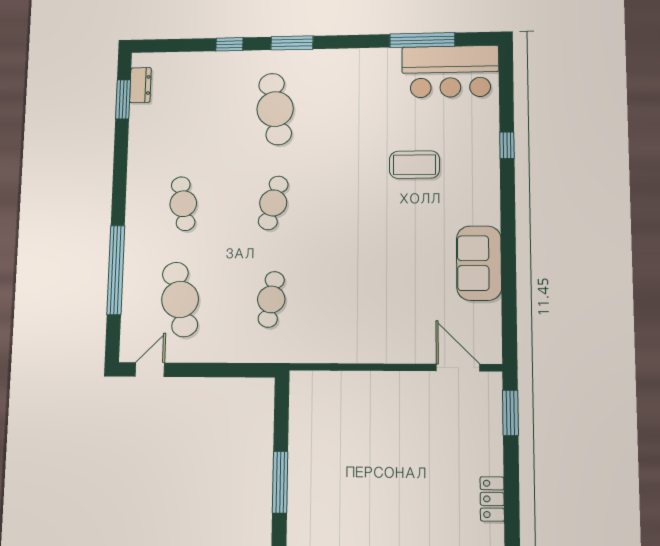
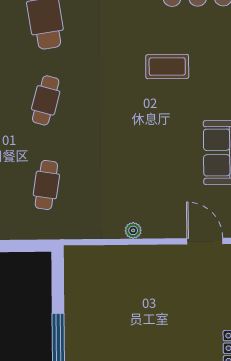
plant: (372, 354) -> (133, 230), added

